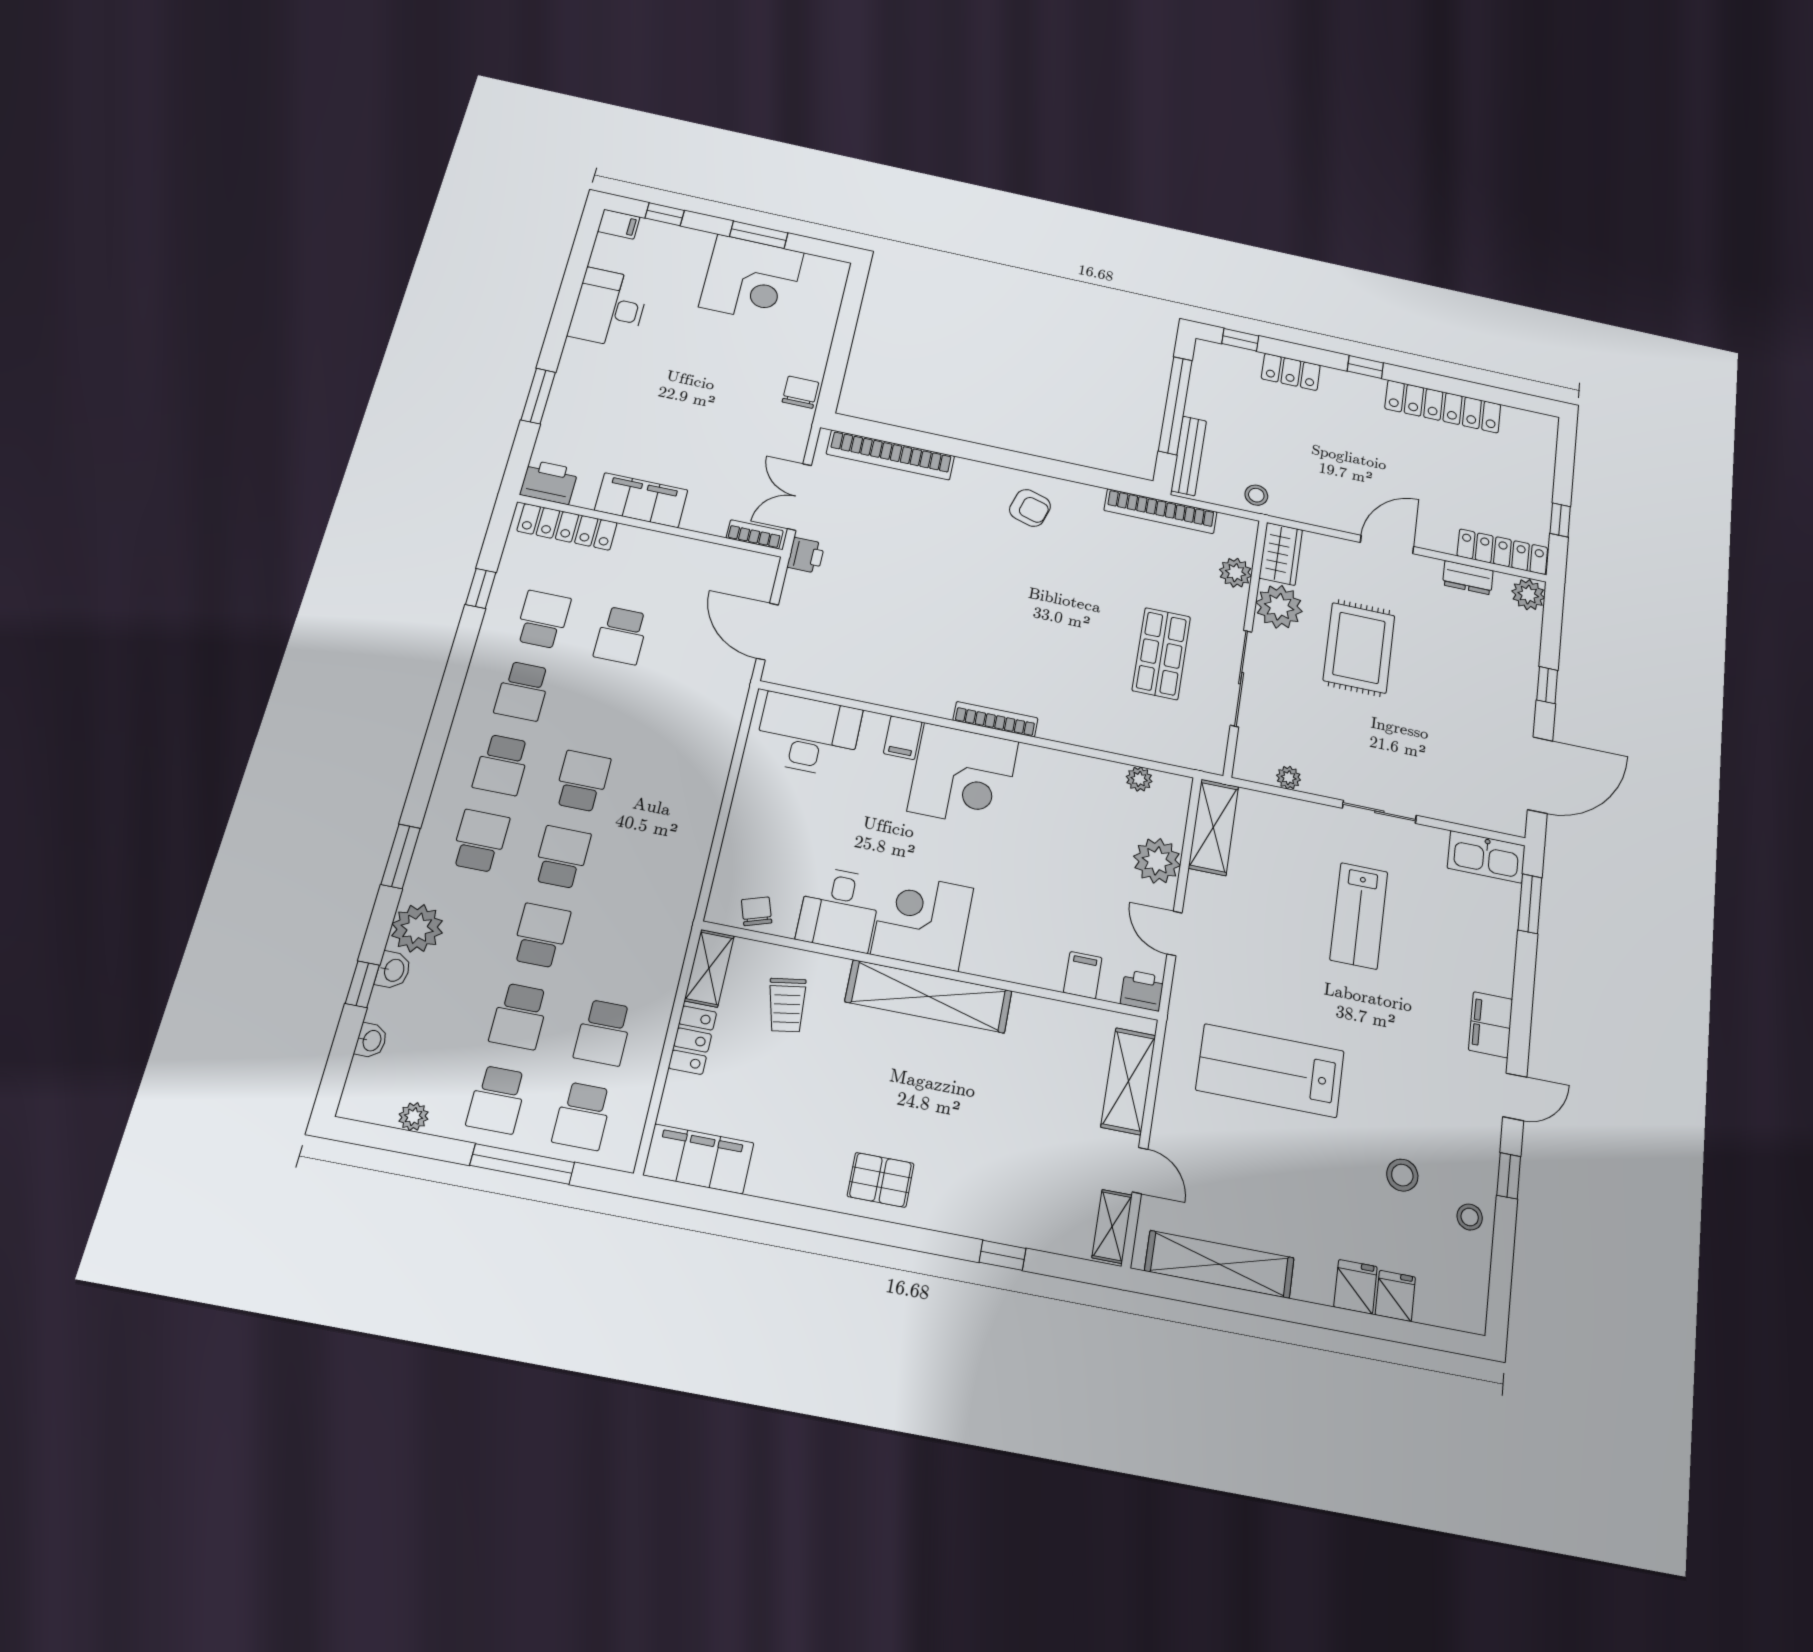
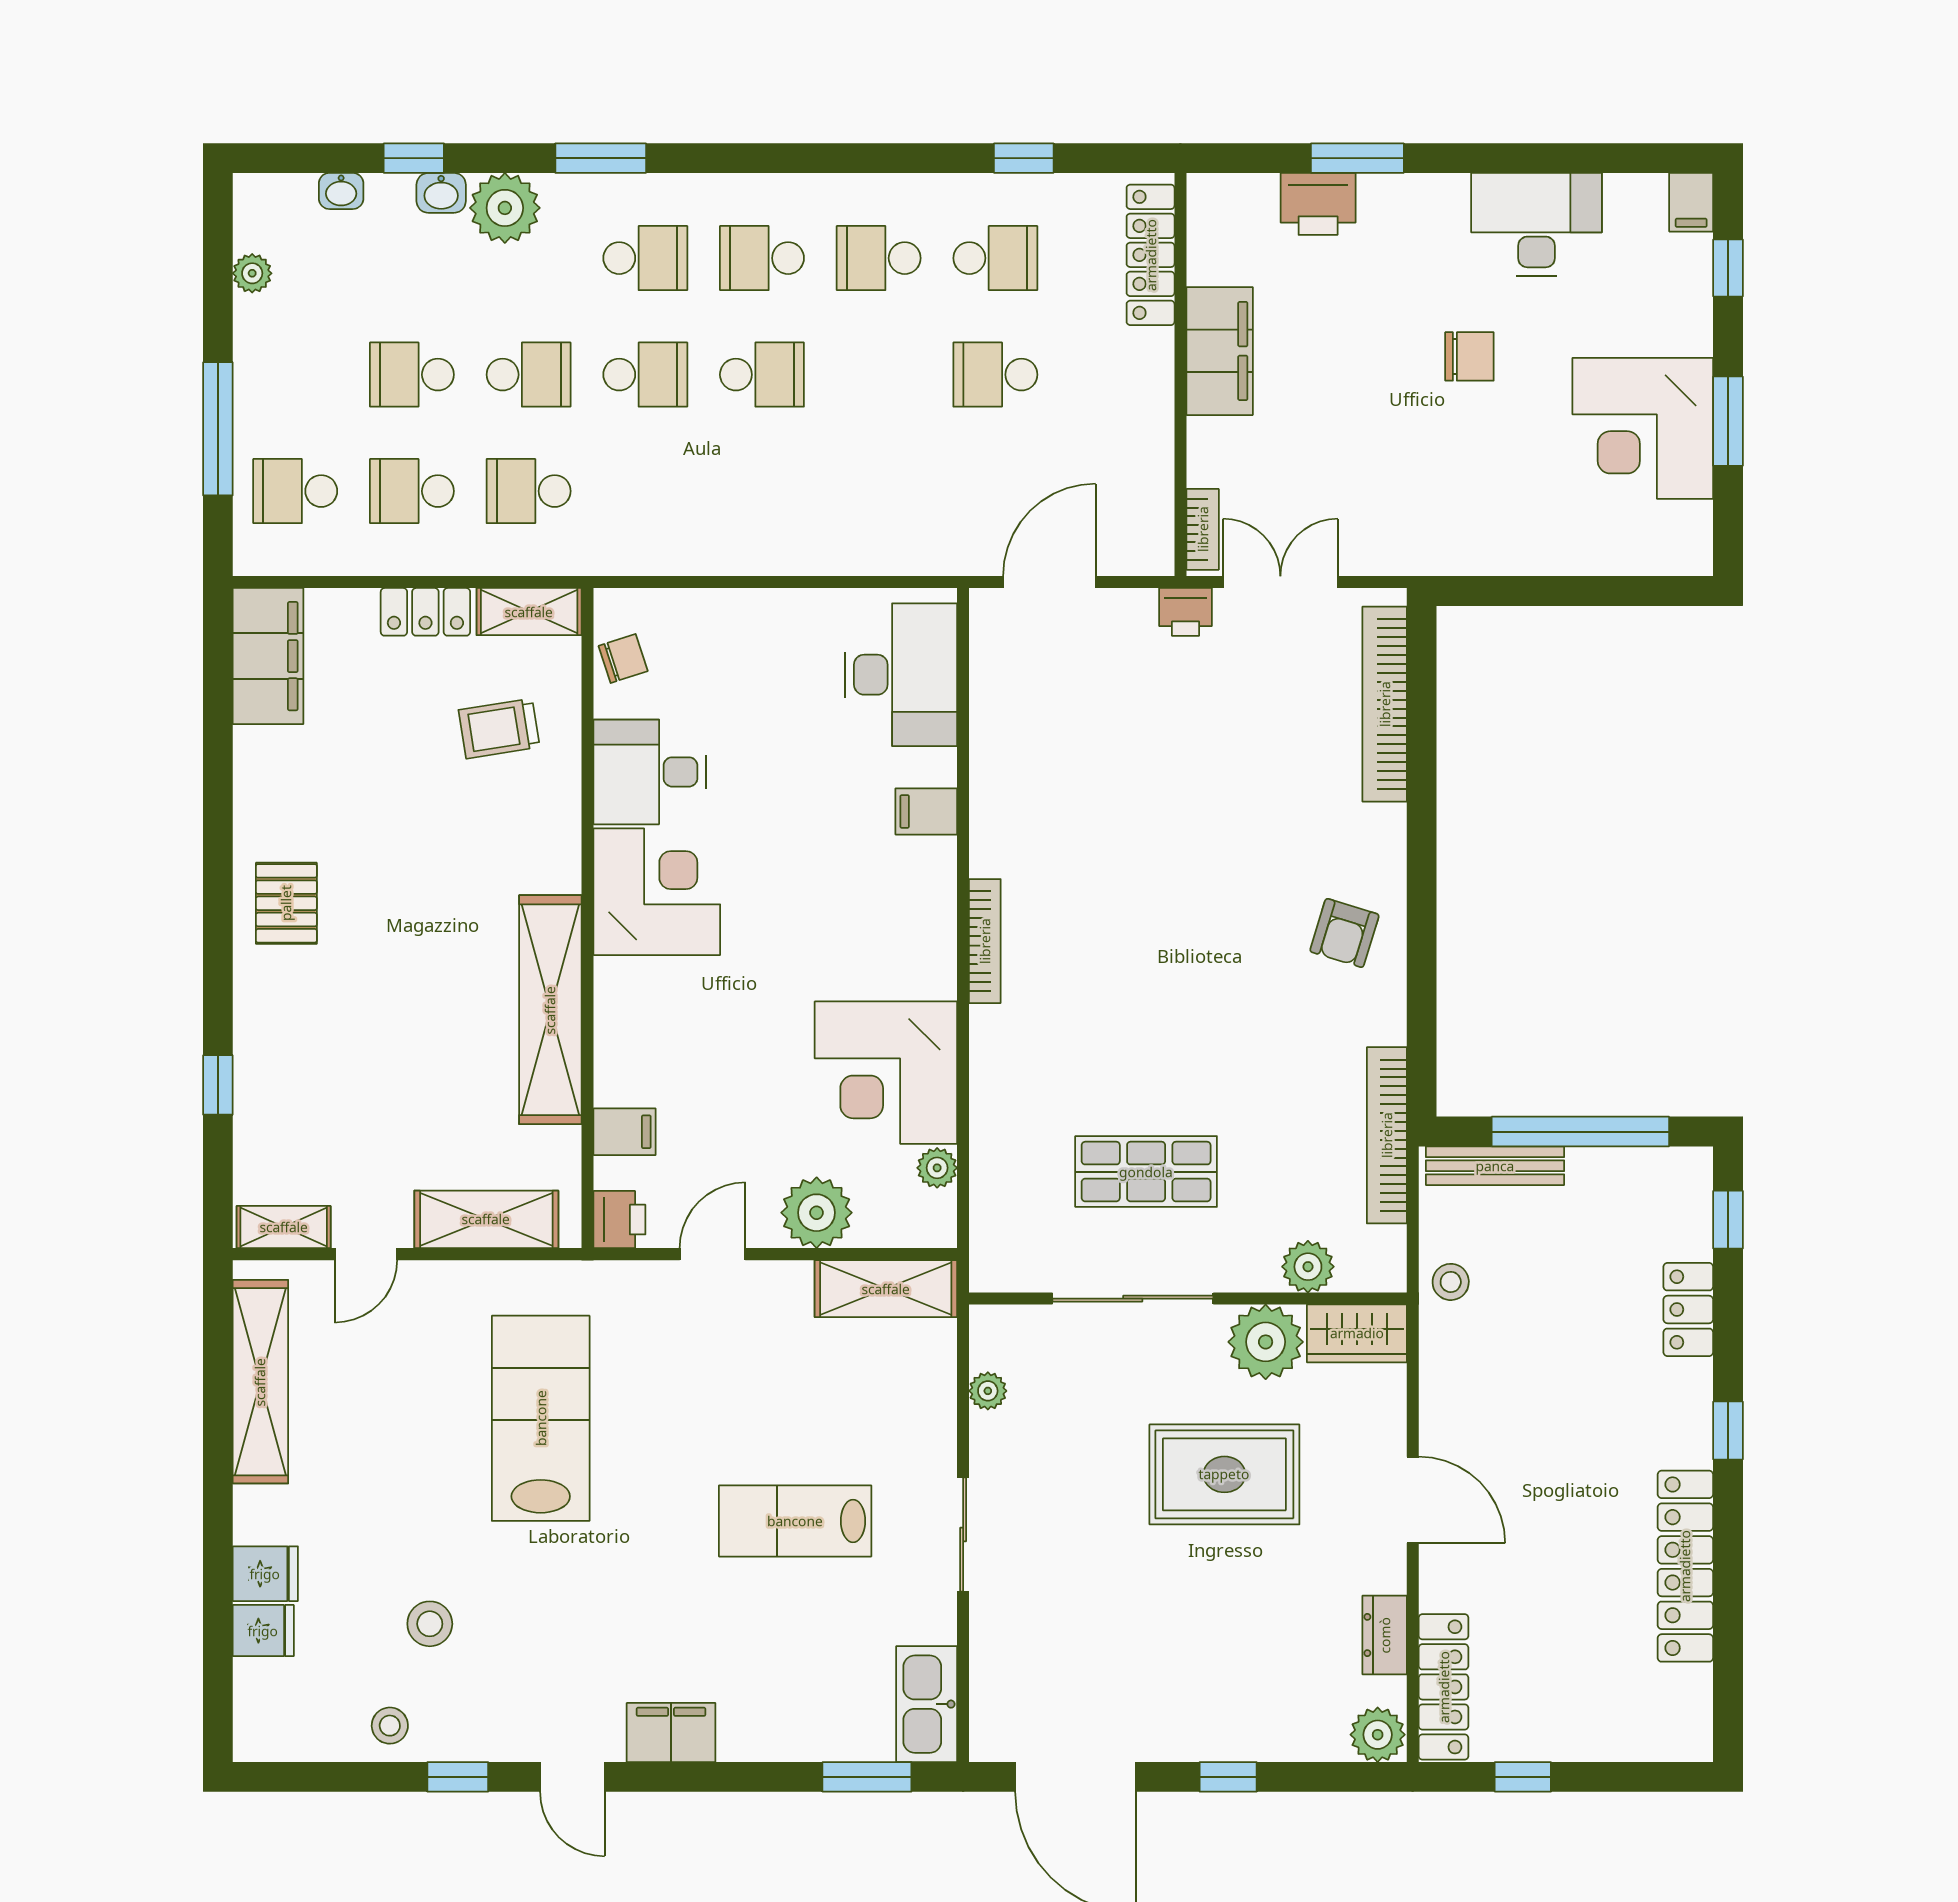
chair: (800, 392) -> (1469, 356), moved
printer: (549, 482) -> (1318, 204), moved, turned 90
corner desk: (963, 776) -> (886, 1073), moved
shelving: (929, 996) -> (550, 1010), moved
school desk: (497, 1100) -> (529, 491), moved

